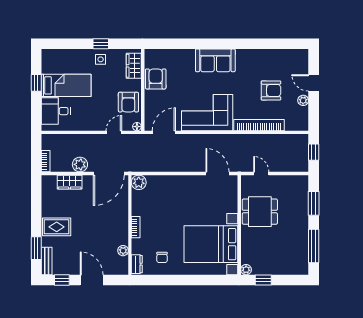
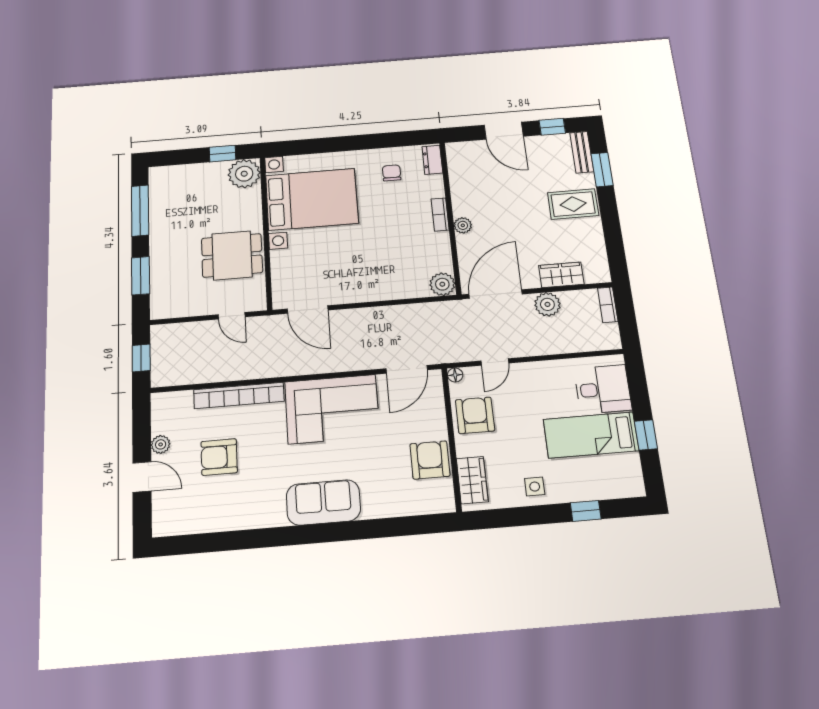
window: (101, 44) -> (586, 511), moved
armchair: (156, 79) -> (430, 460), turned 180
plant: (123, 251) -> (463, 225), moved
plant: (246, 270) -> (244, 174), width x1.87, depth x1.87

